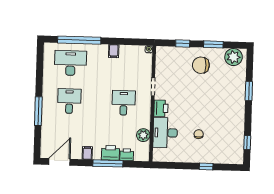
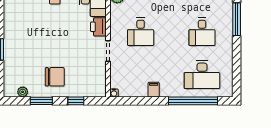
plant: (234, 57) -> (23, 92), width x0.53, depth x0.53

